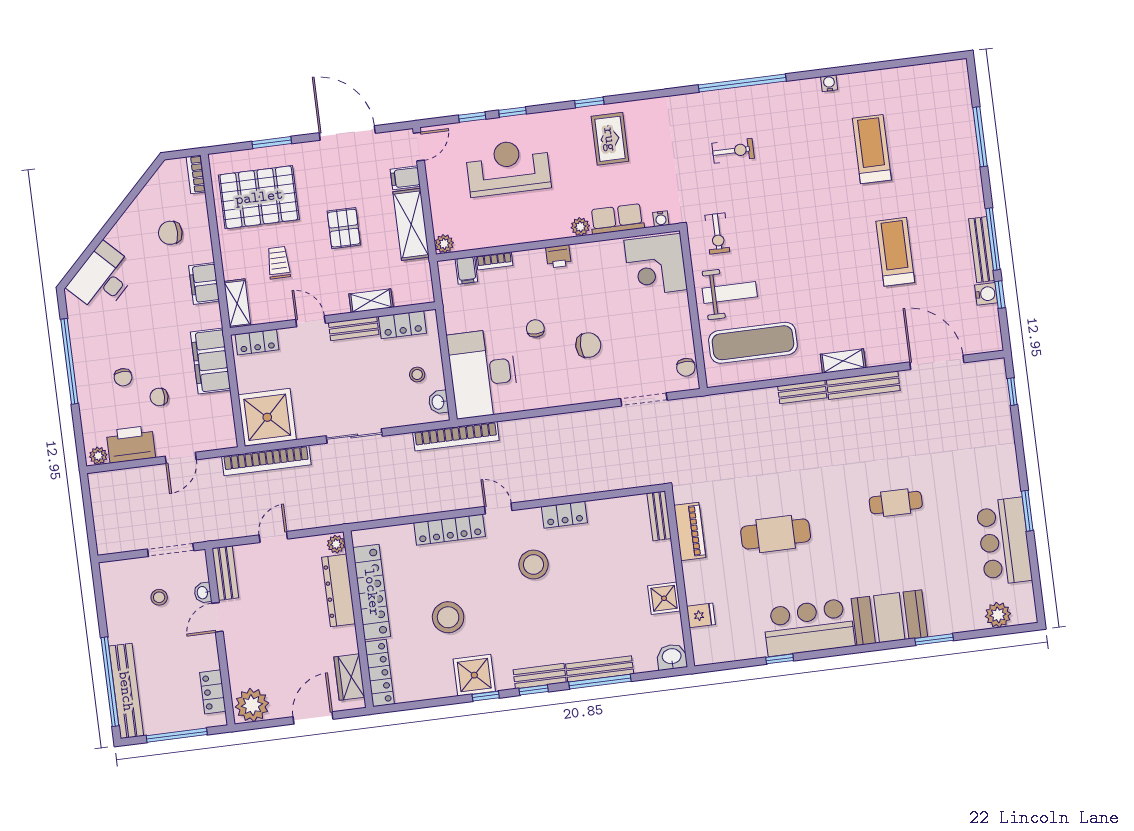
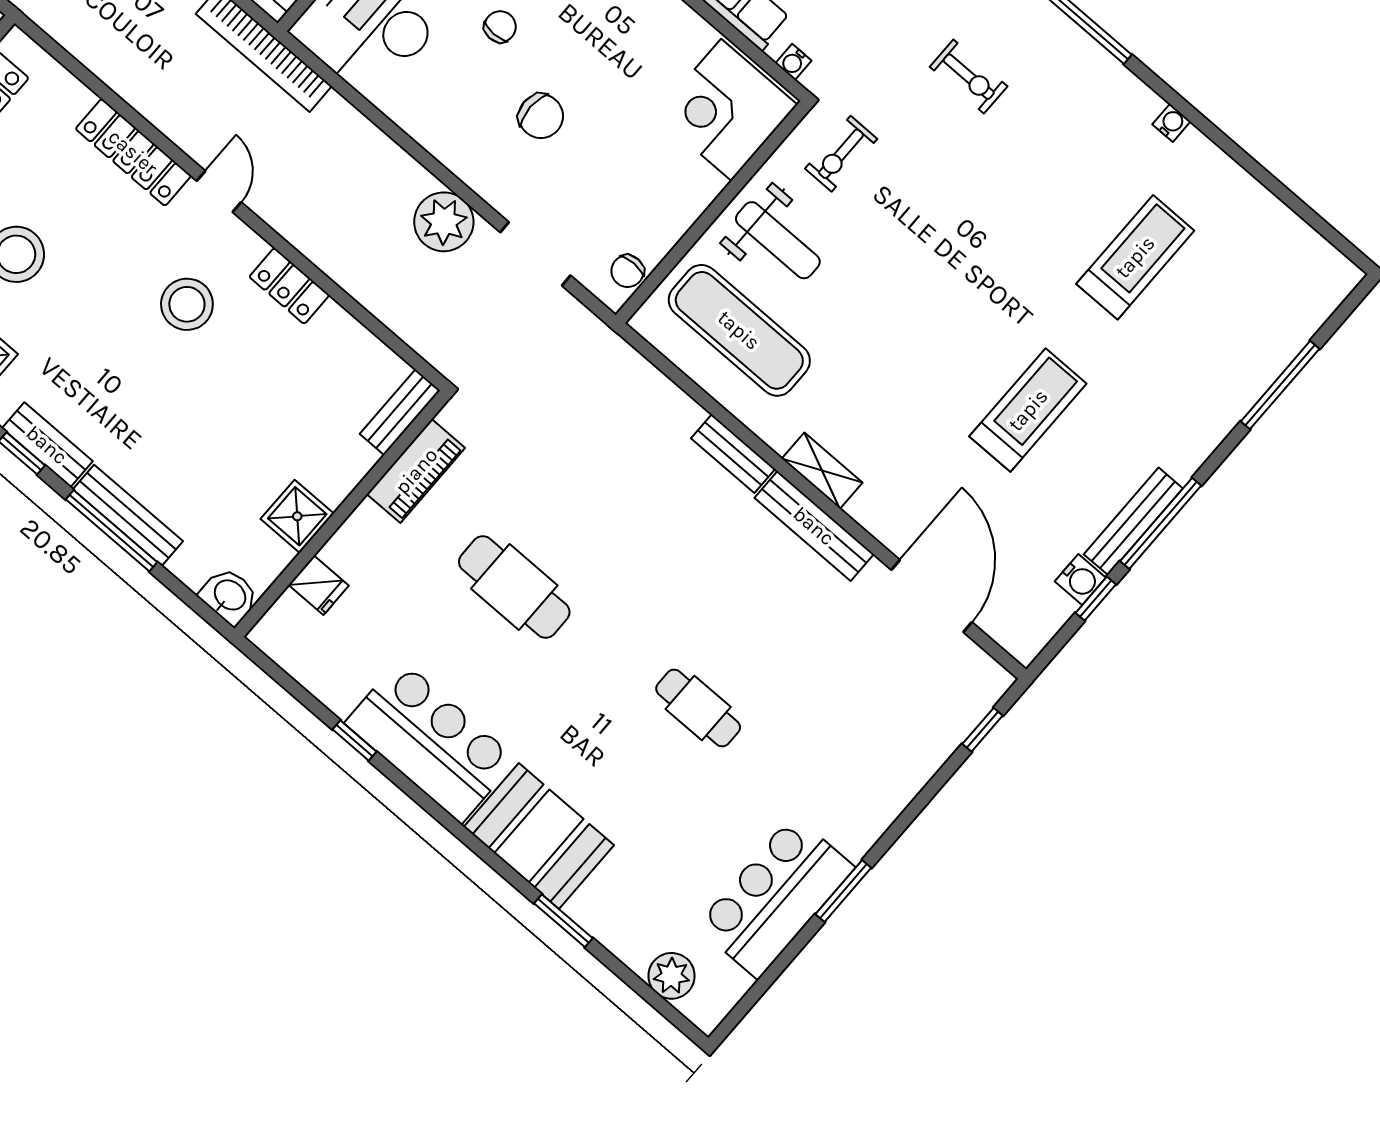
plant: (596, 426) -> (444, 222), added

